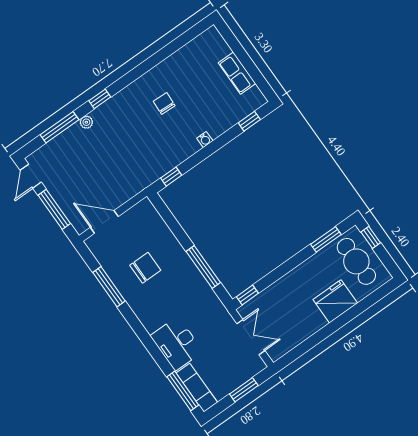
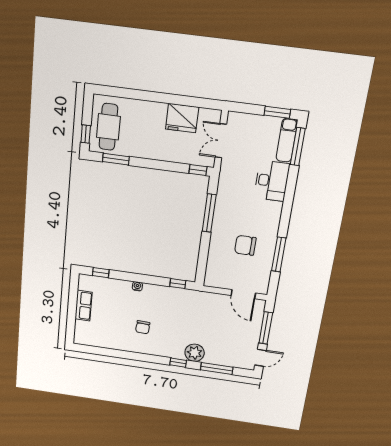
plant: (86, 122) -> (195, 353), width x1.87, depth x1.87
fridge: (335, 301) -> (182, 118), moved
window: (244, 390) -> (277, 112), moved

